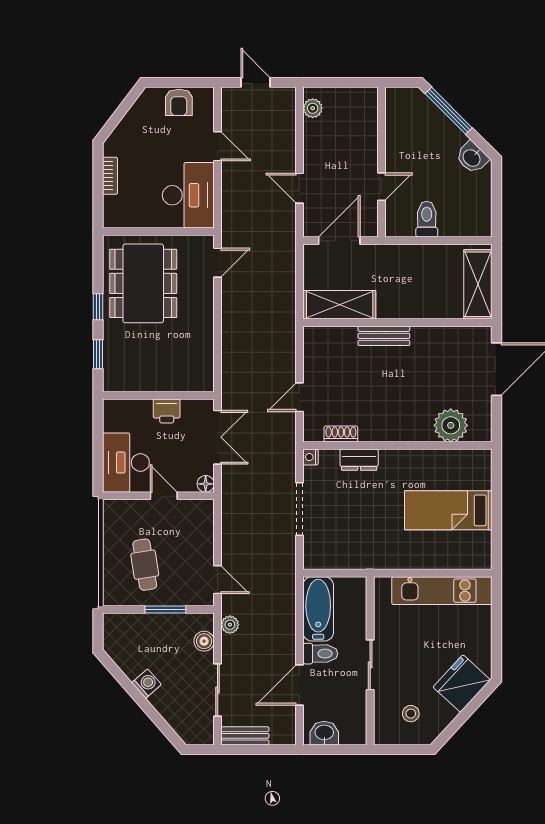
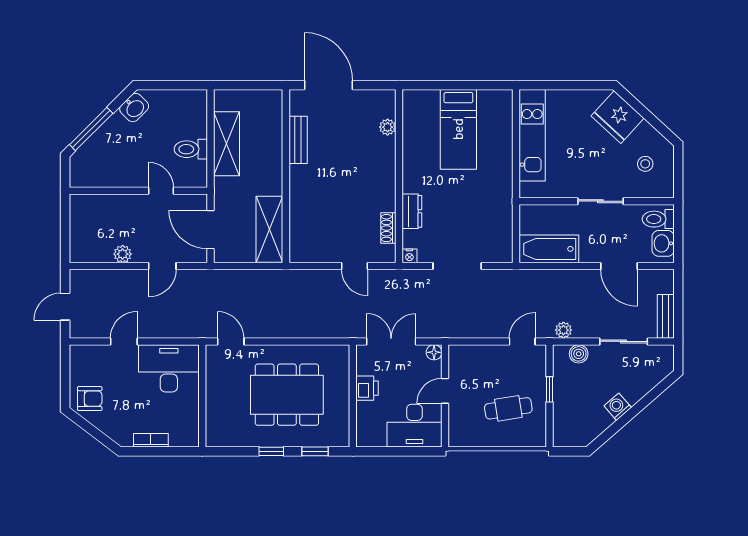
armchair: (179, 102) -> (90, 399), moved
plant: (313, 108) -> (123, 254), moved
dining table: (143, 283) -> (287, 395), moved
shelving: (478, 284) -> (227, 144), moved, turned 90
bench: (384, 336) -> (298, 140), moved
plant: (451, 425) -> (388, 127), width x0.53, depth x0.53
window: (165, 610) -> (550, 389), width x0.67
toilet: (320, 654) -> (658, 219), moved, turned -90

